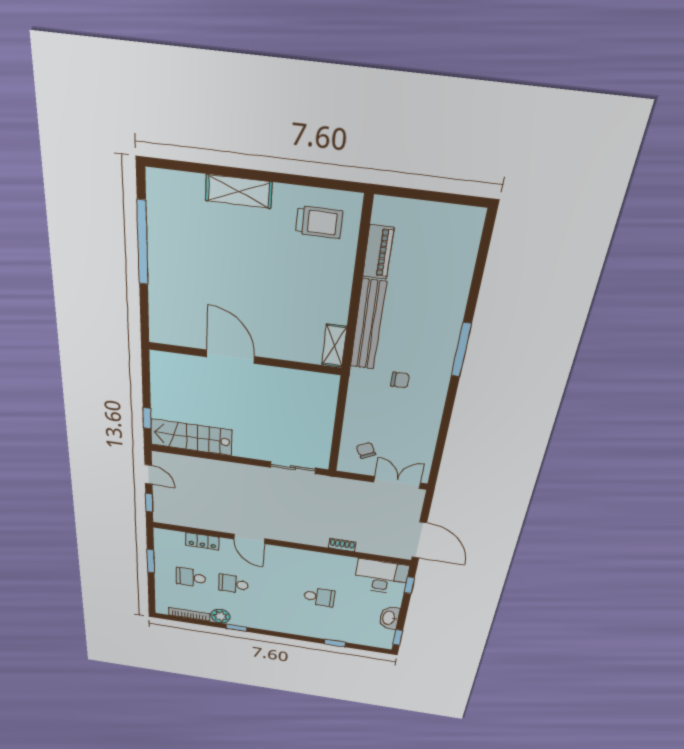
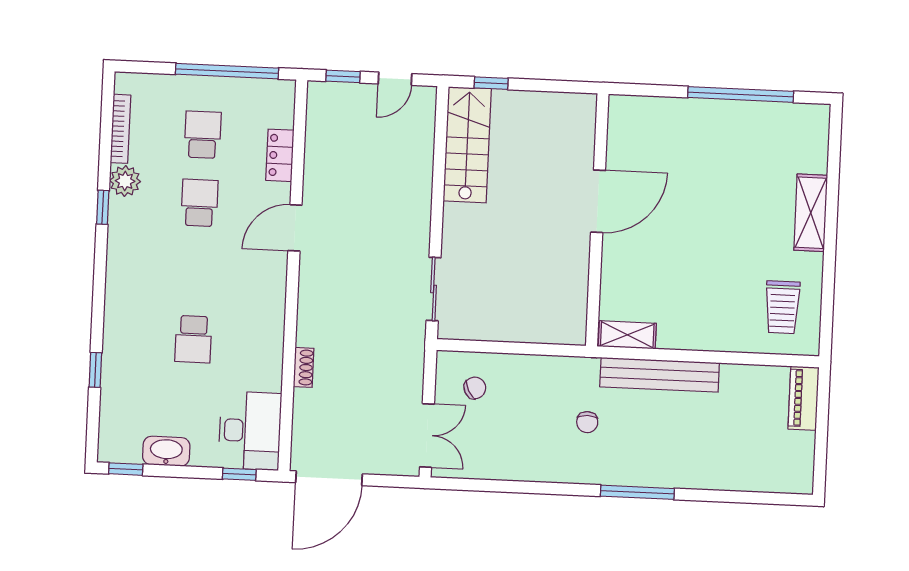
piano: (378, 252) -> (803, 398), moved, turned 90
window: (151, 561) -> (227, 71), width x2.11

